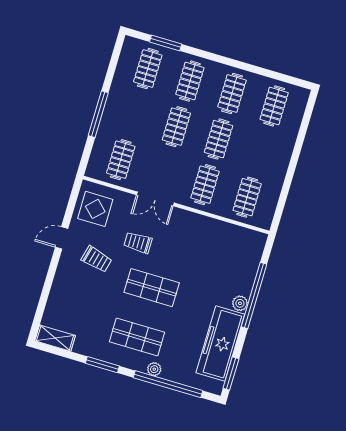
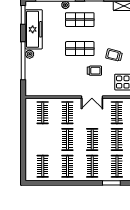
clothes rail: (134, 114) -> (117, 139), added
double door: (155, 199) -> (92, 97), swing flipped

